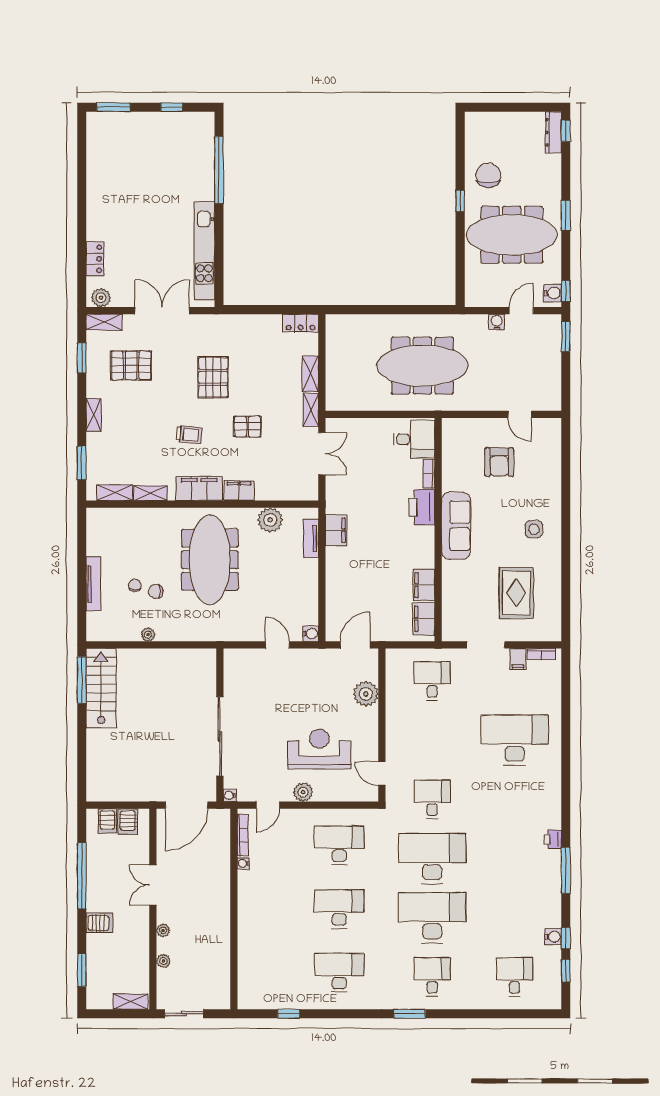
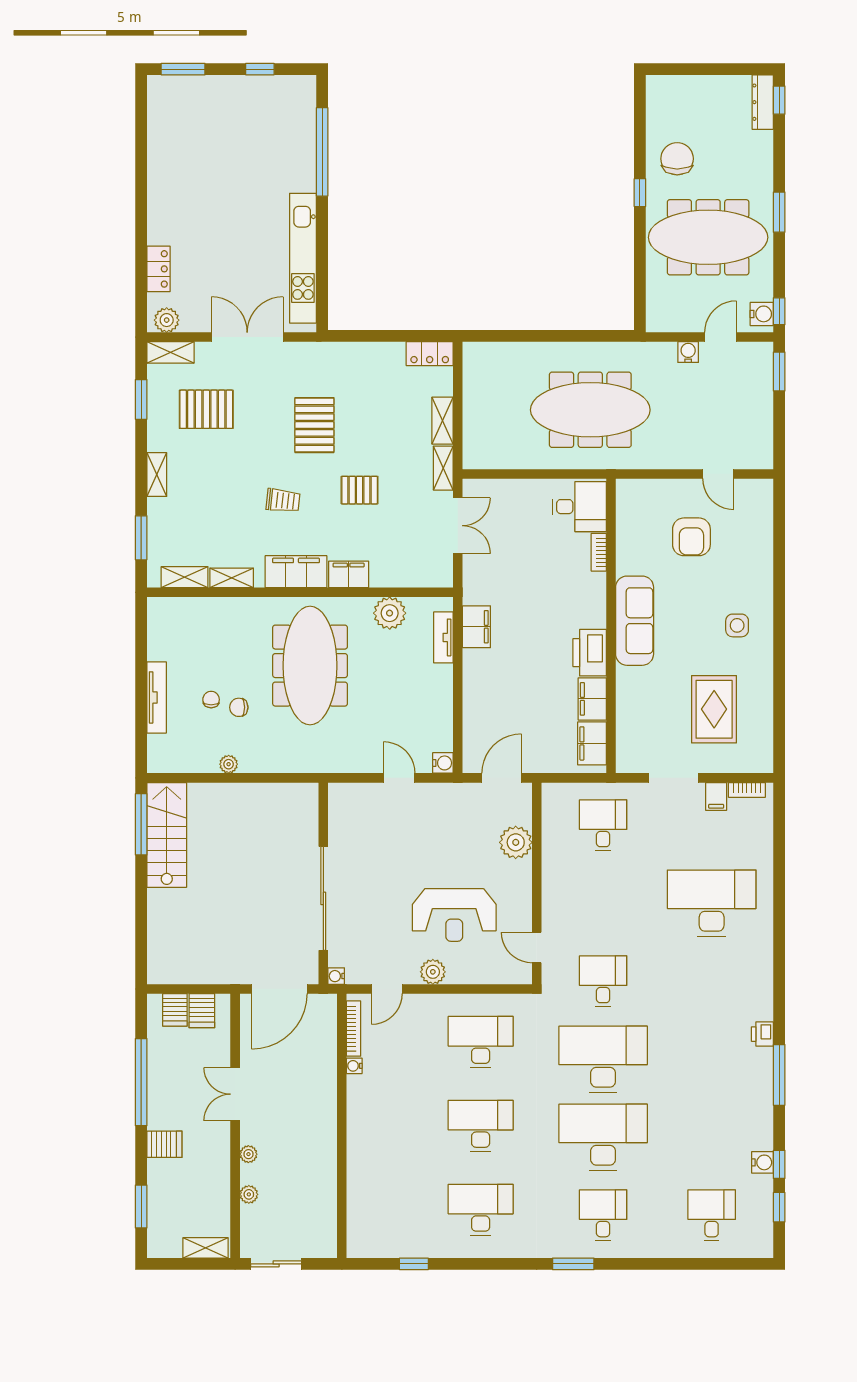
printer: (422, 507) -> (590, 653), moved
reception desk: (319, 749) -> (454, 915), turned 180

